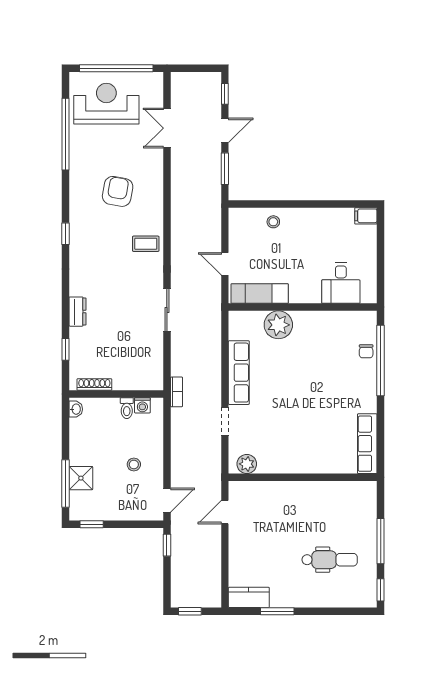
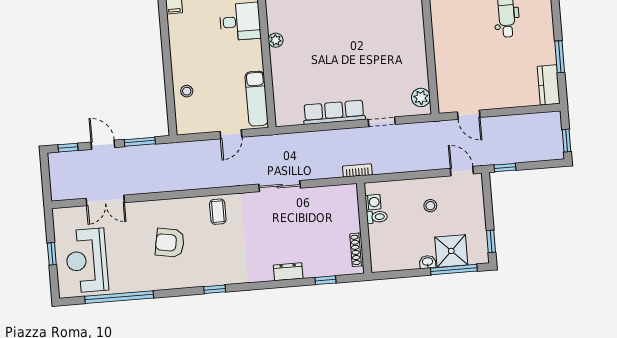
window: (116, 68) -> (52, 254), width x0.32
plant: (278, 325) -> (276, 40), moved, width x0.53, depth x0.53
washbasin: (76, 409) -> (428, 262), moved
shower: (81, 478) -> (451, 251), width x1.36, depth x1.36

